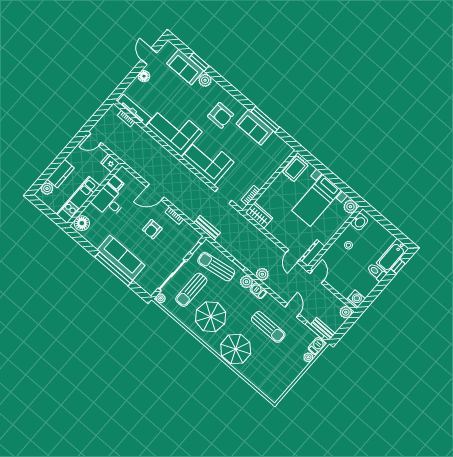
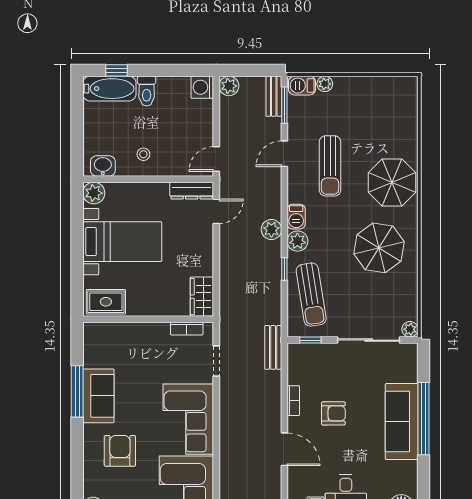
sun lounger: (191, 290) -> (366, 300), removed
sun lounger: (268, 327) -> (330, 166), turned 180

